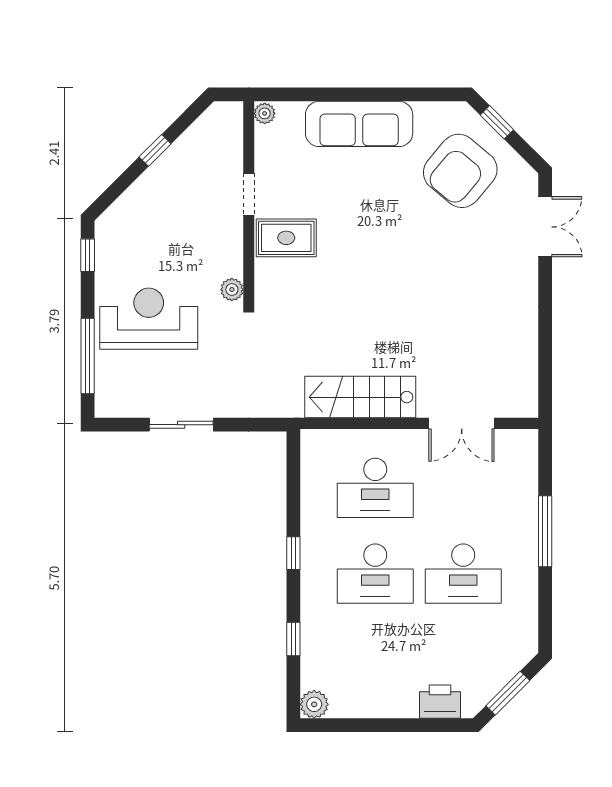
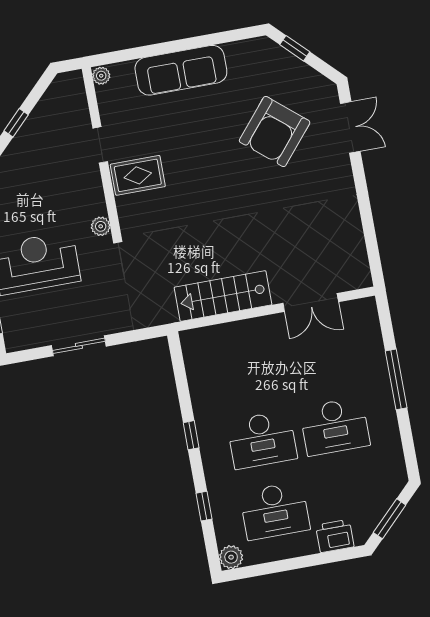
armchair: (460, 171) -> (275, 132), moved
desk: (375, 488) -> (275, 511), moved

